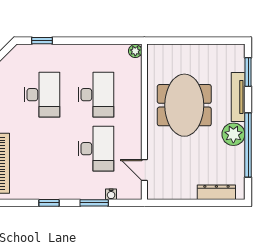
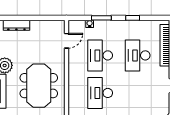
desk: (42, 95) -> (138, 55), moved
door: (144, 170) -> (66, 41), hinge flipped

